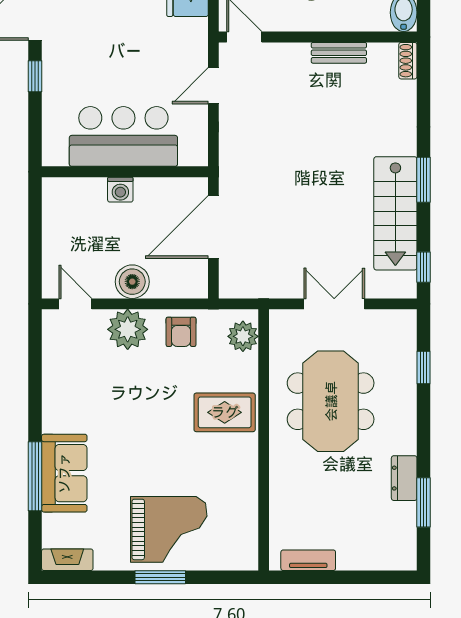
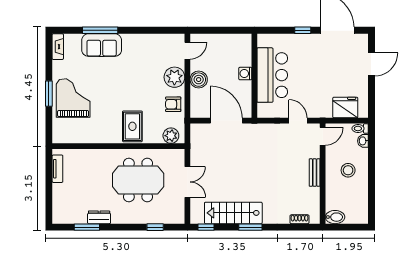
bench: (339, 53) -> (315, 173), moved
shoe rack: (408, 61) -> (299, 219), moved
grand piano: (169, 529) -> (73, 98), turned 180

